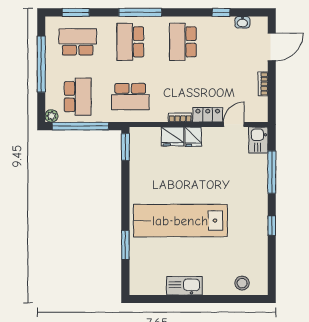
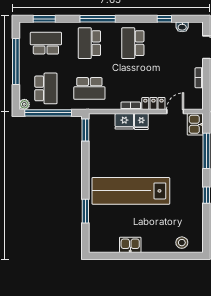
kitchen sink: (184, 286) -> (130, 245), width x0.73

